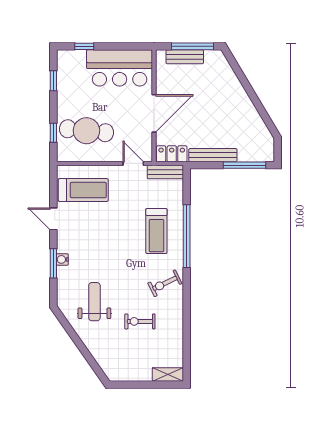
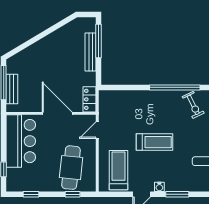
bench: (213, 155) -> (91, 52), moved
bench: (165, 172) -> (104, 104), removed
treadmill: (156, 231) -> (154, 142), moved
window: (187, 236) -> (175, 87), moved
water cooler: (62, 259) -> (159, 187), moved

